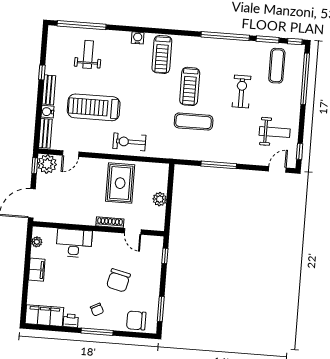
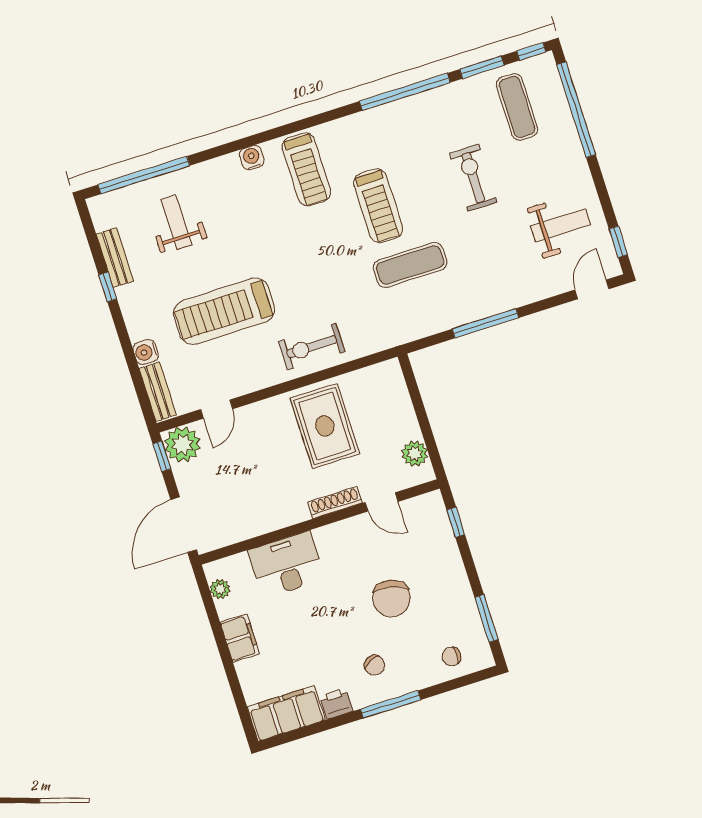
bench: (49, 90) -> (115, 258), moved
plant: (160, 199) -> (415, 454), moved
chair: (136, 320) -> (451, 656), width x0.54, depth x0.54

